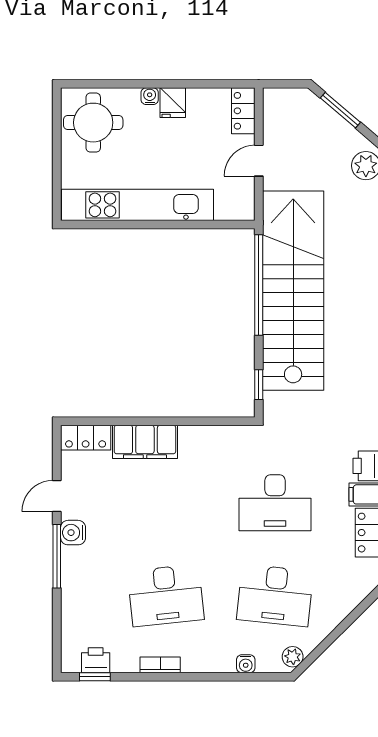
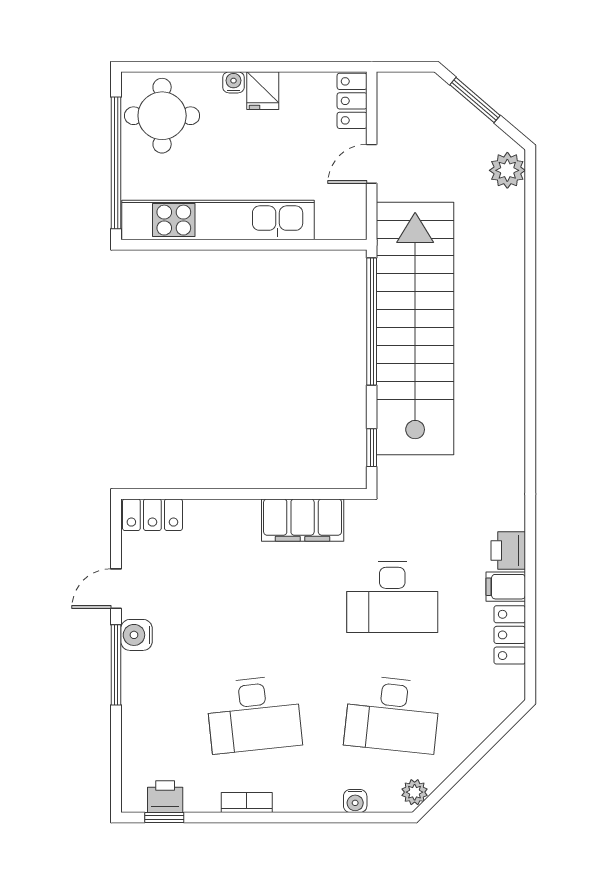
window: (57, 160) -> (116, 163), added
filing cabinet: (145, 442) -> (303, 520), moved

